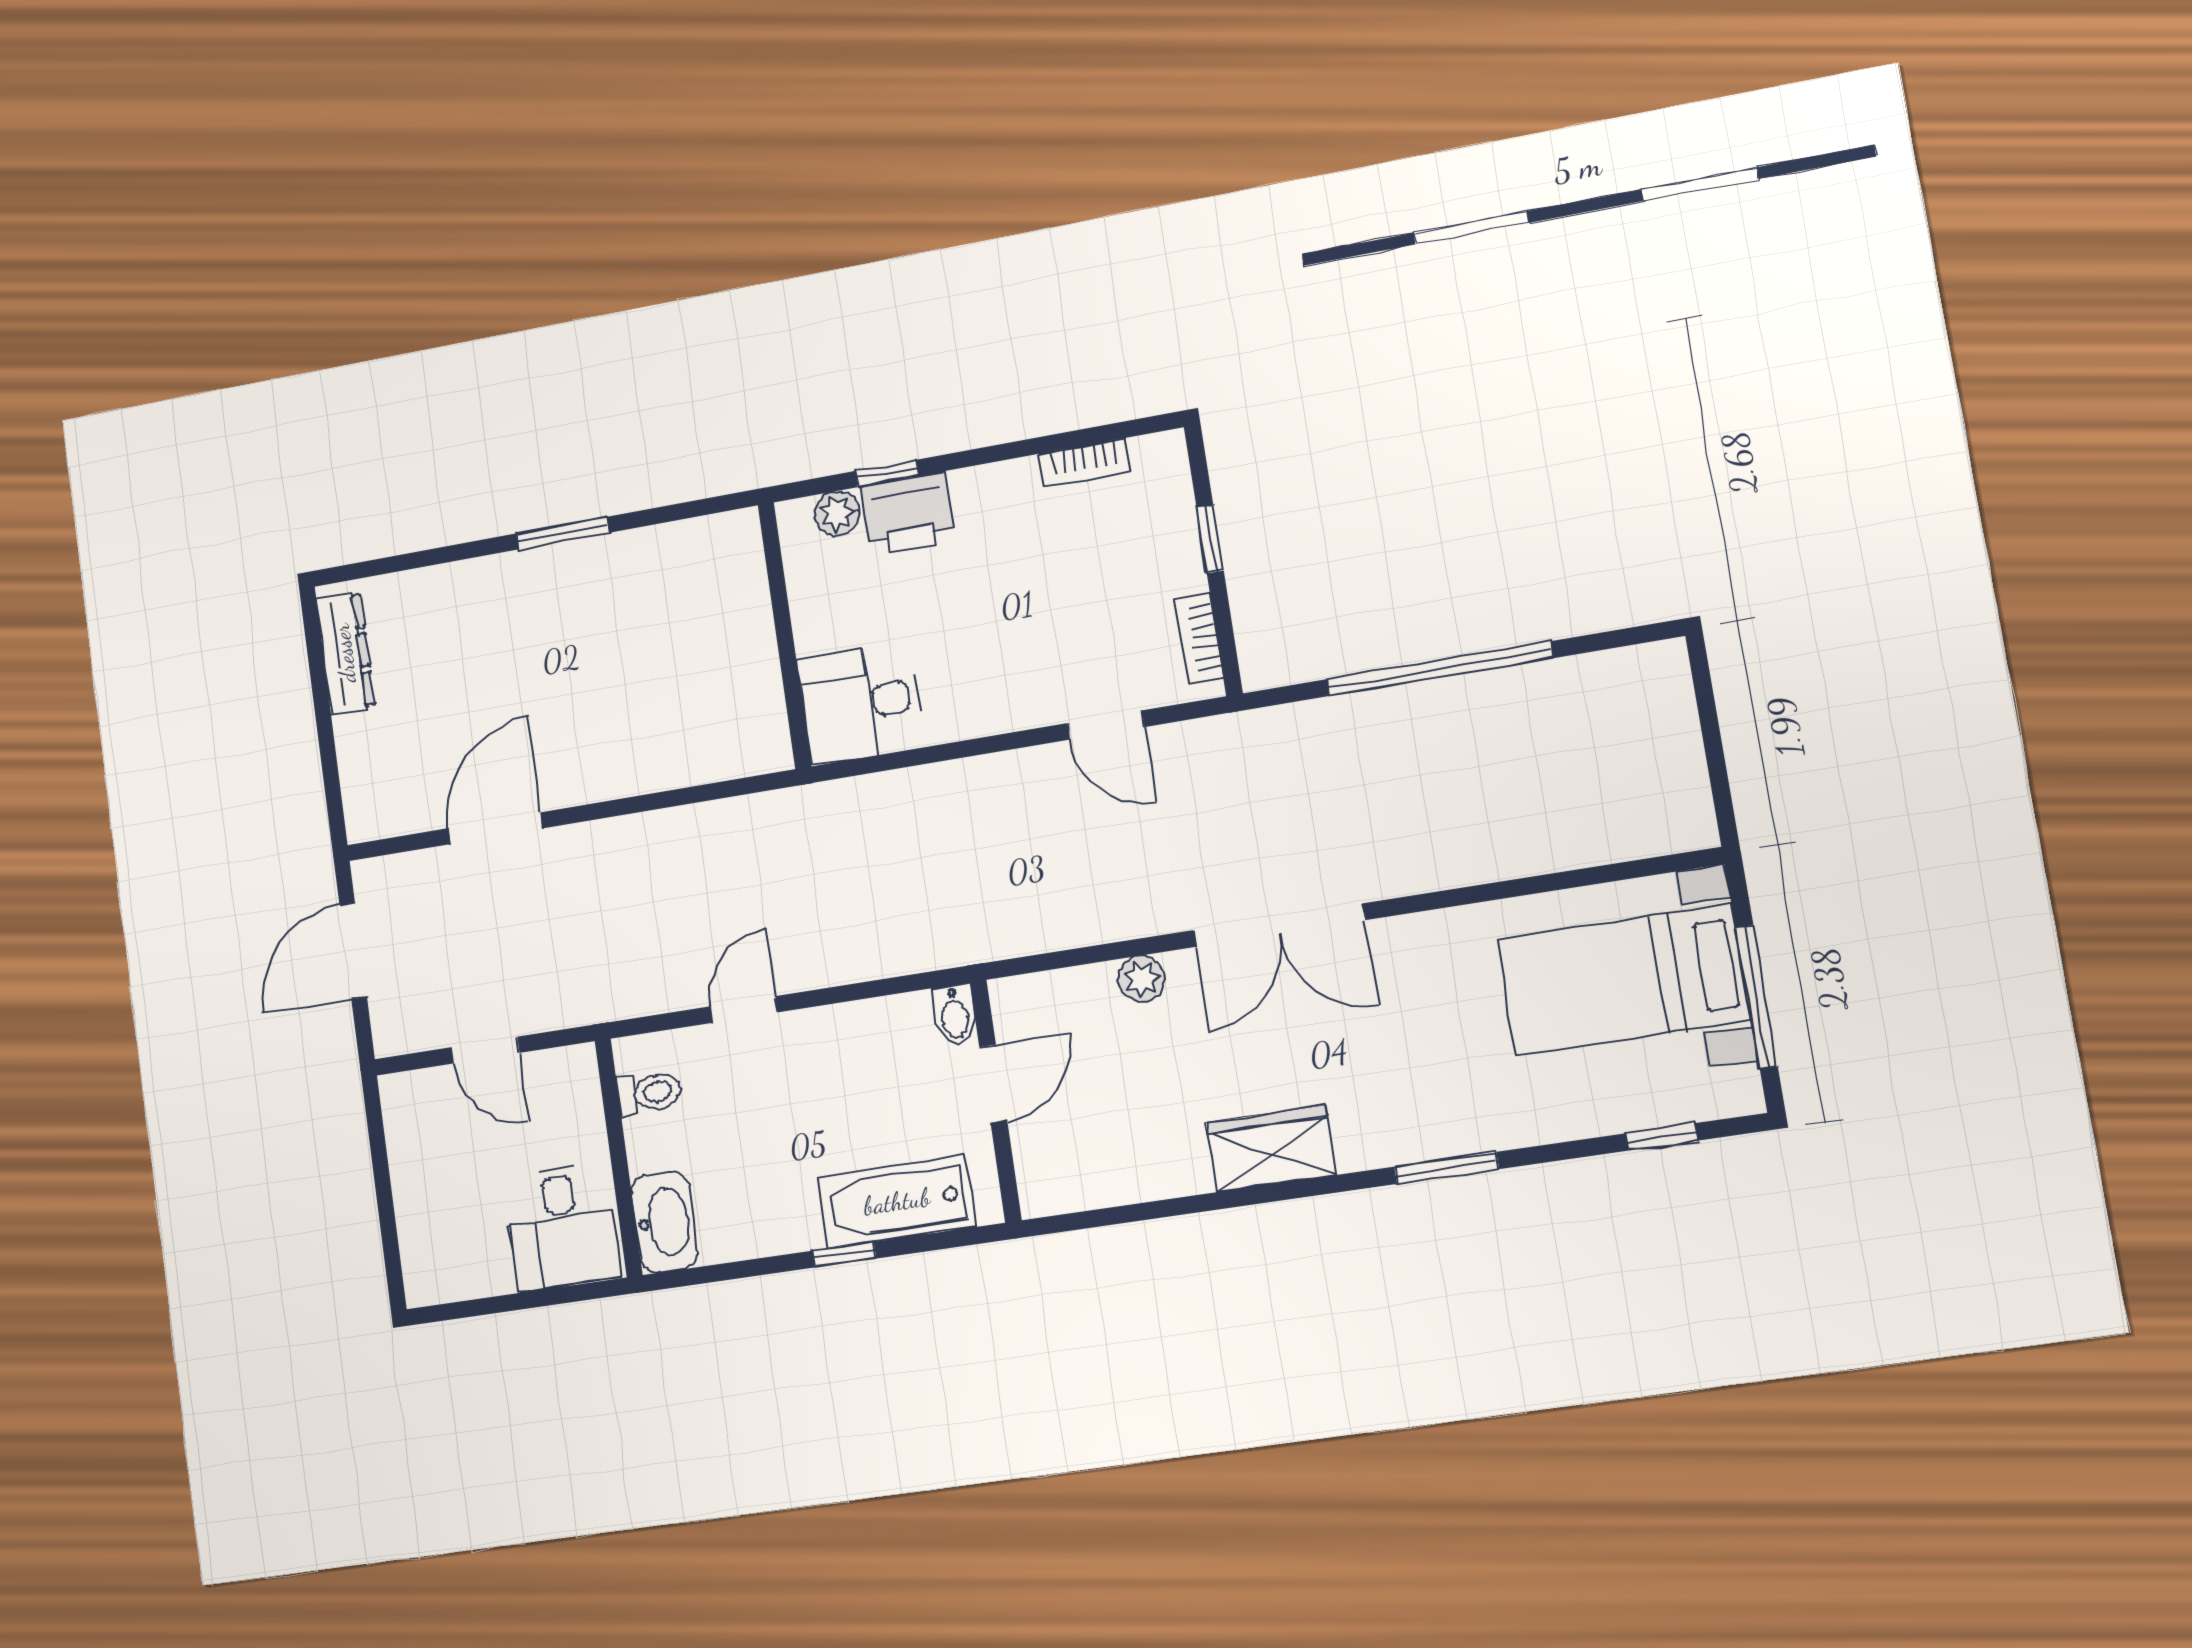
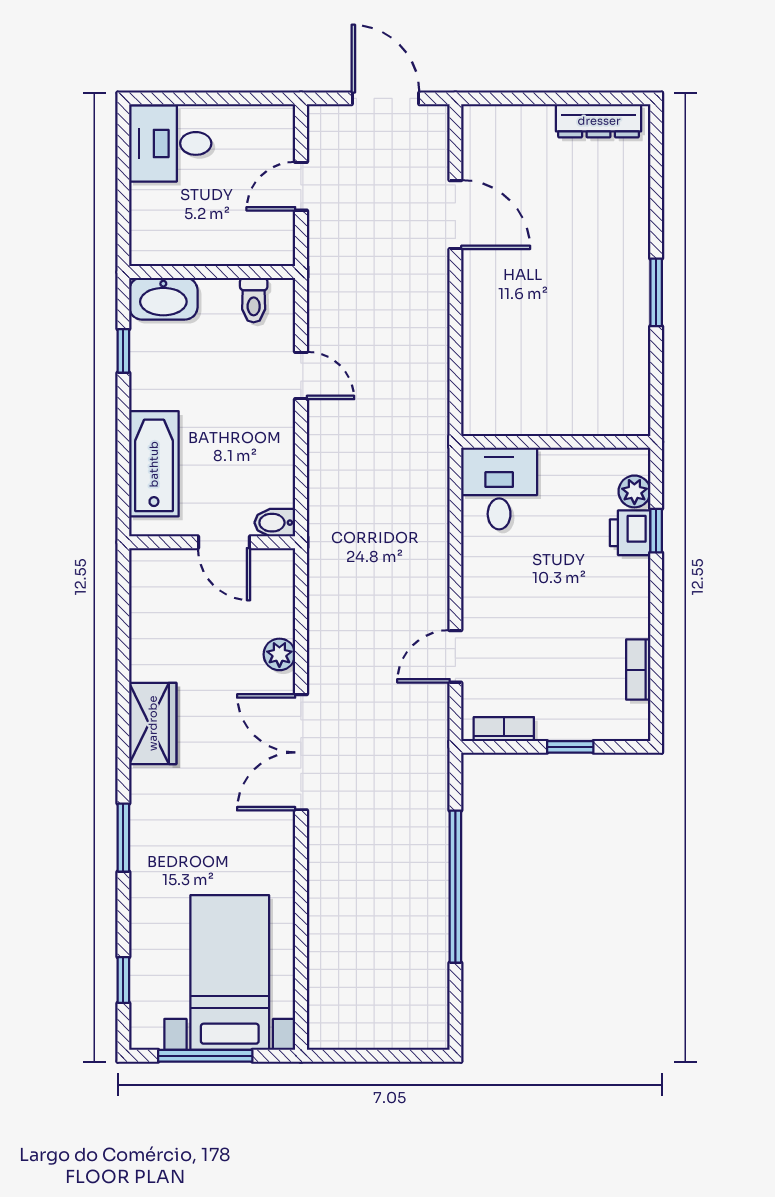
printer: (907, 514) -> (630, 533), width x0.73, depth x0.81
desk: (563, 1227) -> (170, 143), moved
window: (844, 1255) -> (123, 351), moved

